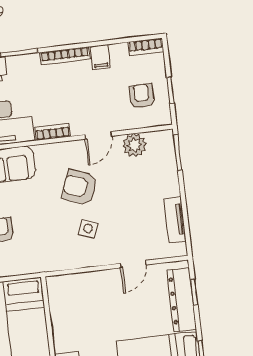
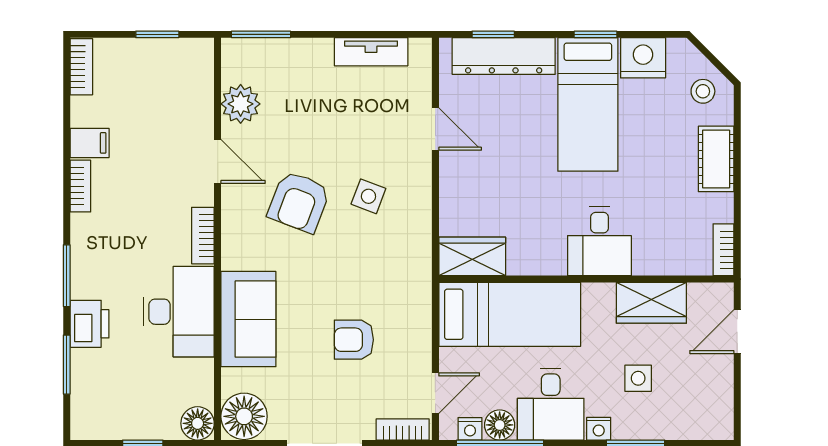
bookcase: (65, 56) -> (80, 186), width x0.64
armchair: (141, 96) -> (161, 83), removed
wardrobe: (59, 295) -> (472, 256), added

